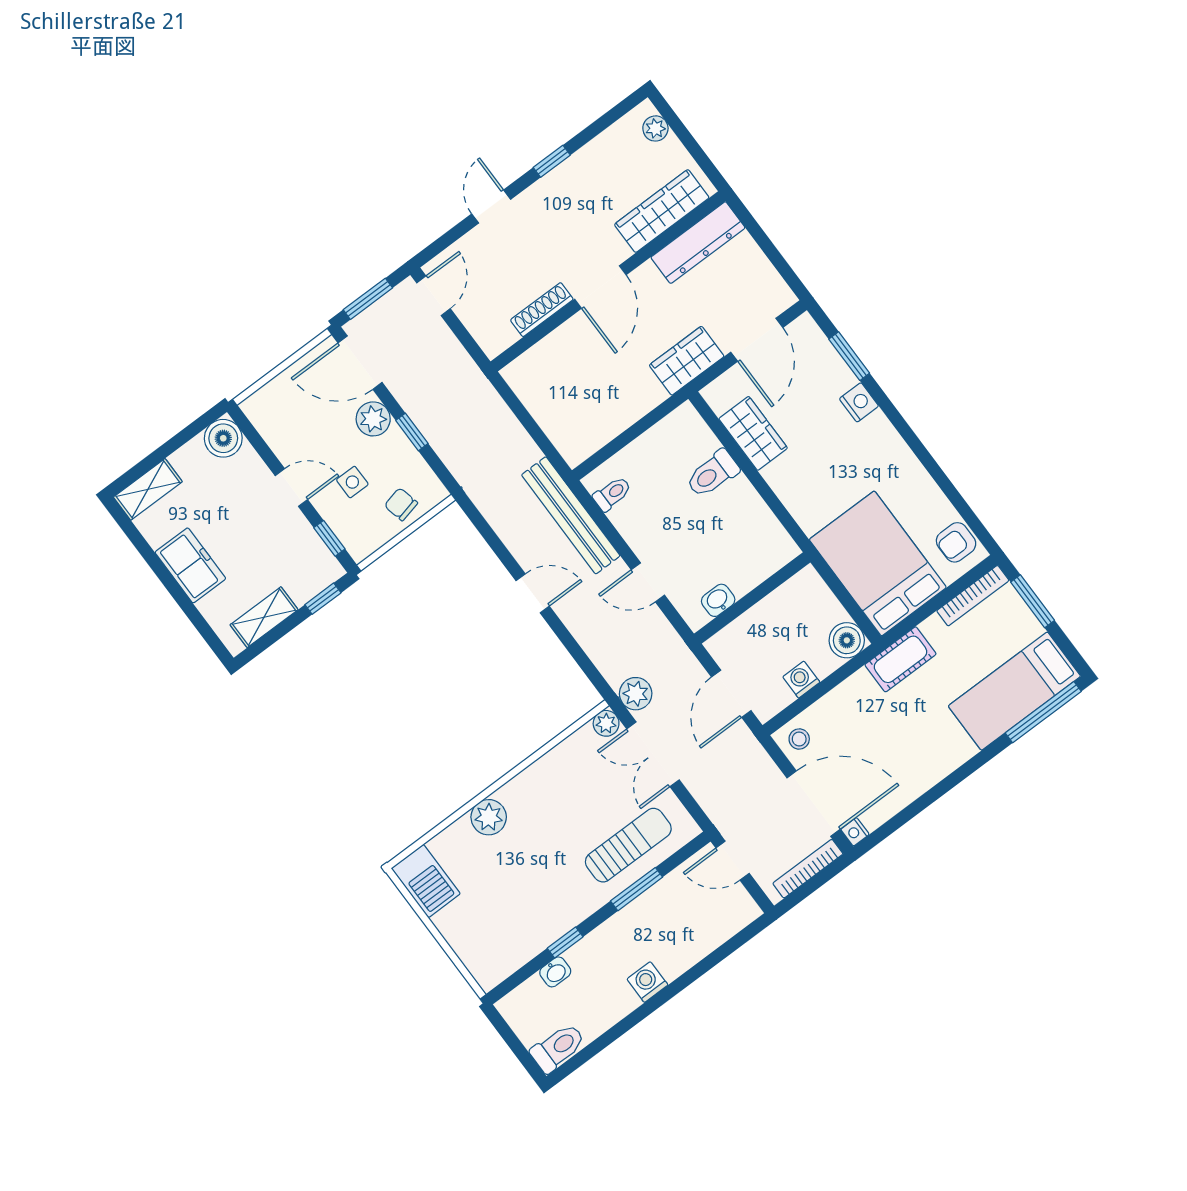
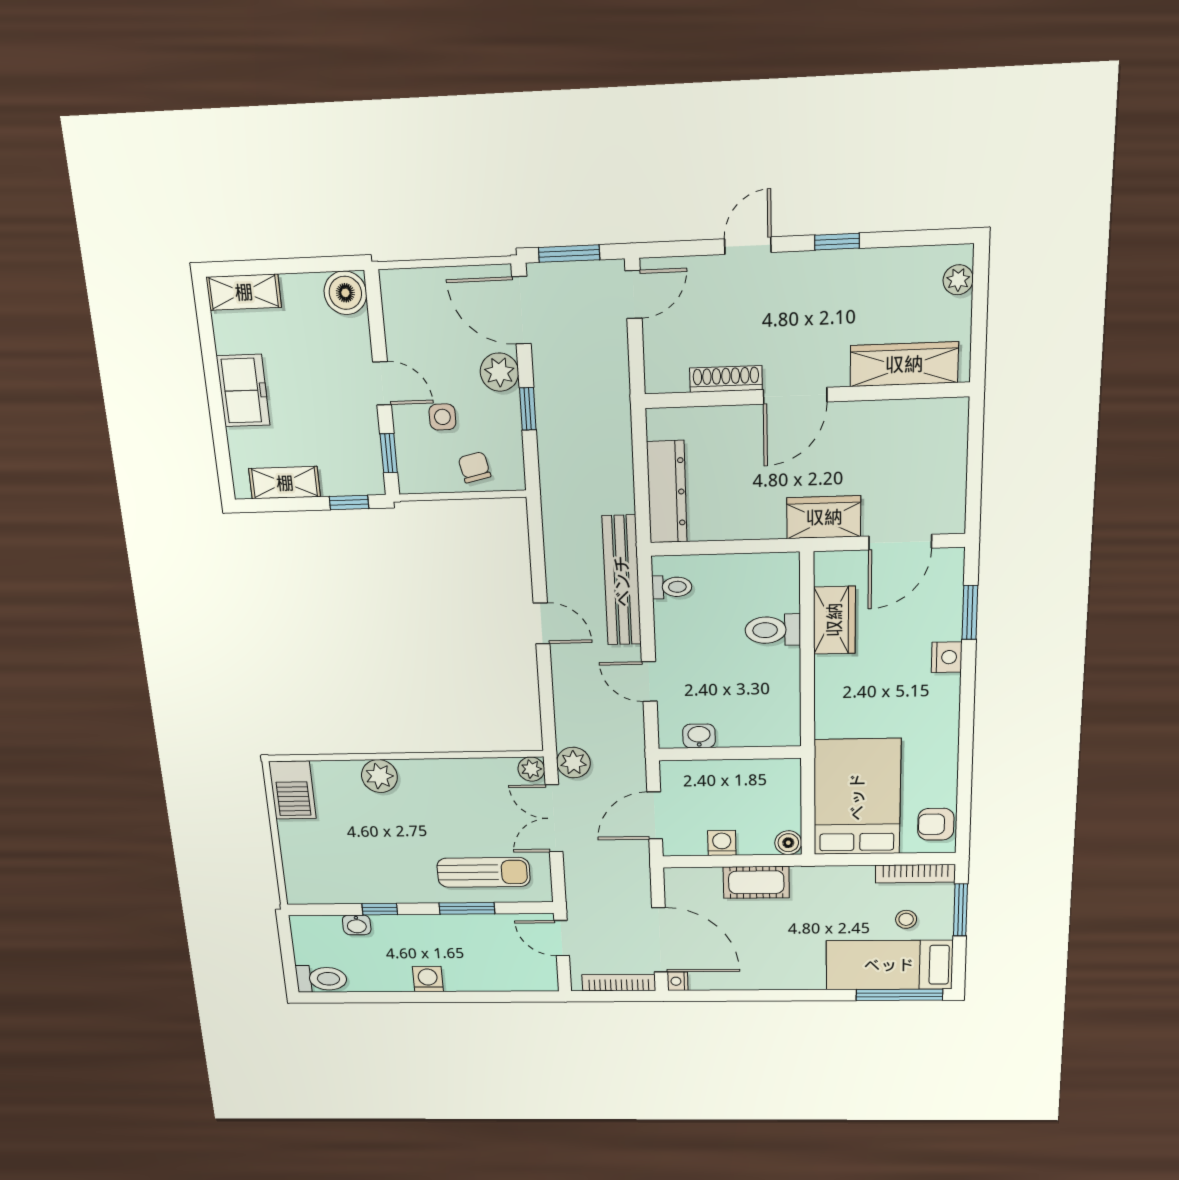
dresser: (698, 243) -> (667, 492), moved, turned -90
boiler: (847, 640) -> (788, 843), width x0.73, depth x0.73
cot: (901, 659) -> (756, 882), moved
stool: (799, 739) -> (906, 919), moved

